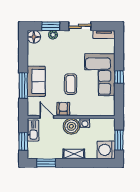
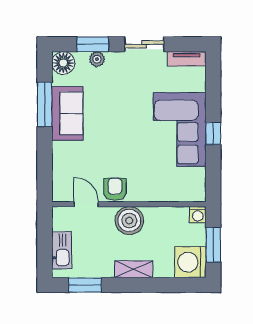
sofa: (36, 81) -> (67, 113), moved
coffee table: (71, 84) -> (128, 146), removed
window: (23, 85) -> (45, 104), moved
washing machine: (85, 123) -> (198, 215), moved
kitchen sink: (33, 130) -> (62, 250), moved
window: (23, 141) -> (45, 247), removed

